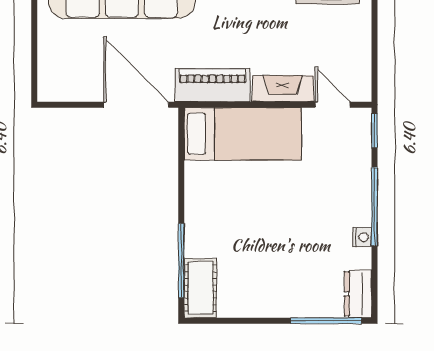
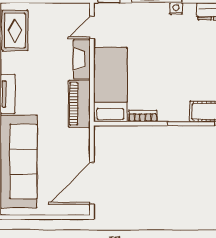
door: (136, 105) -> (92, 183), moved
bookcase: (193, 185) -> (143, 116), added

